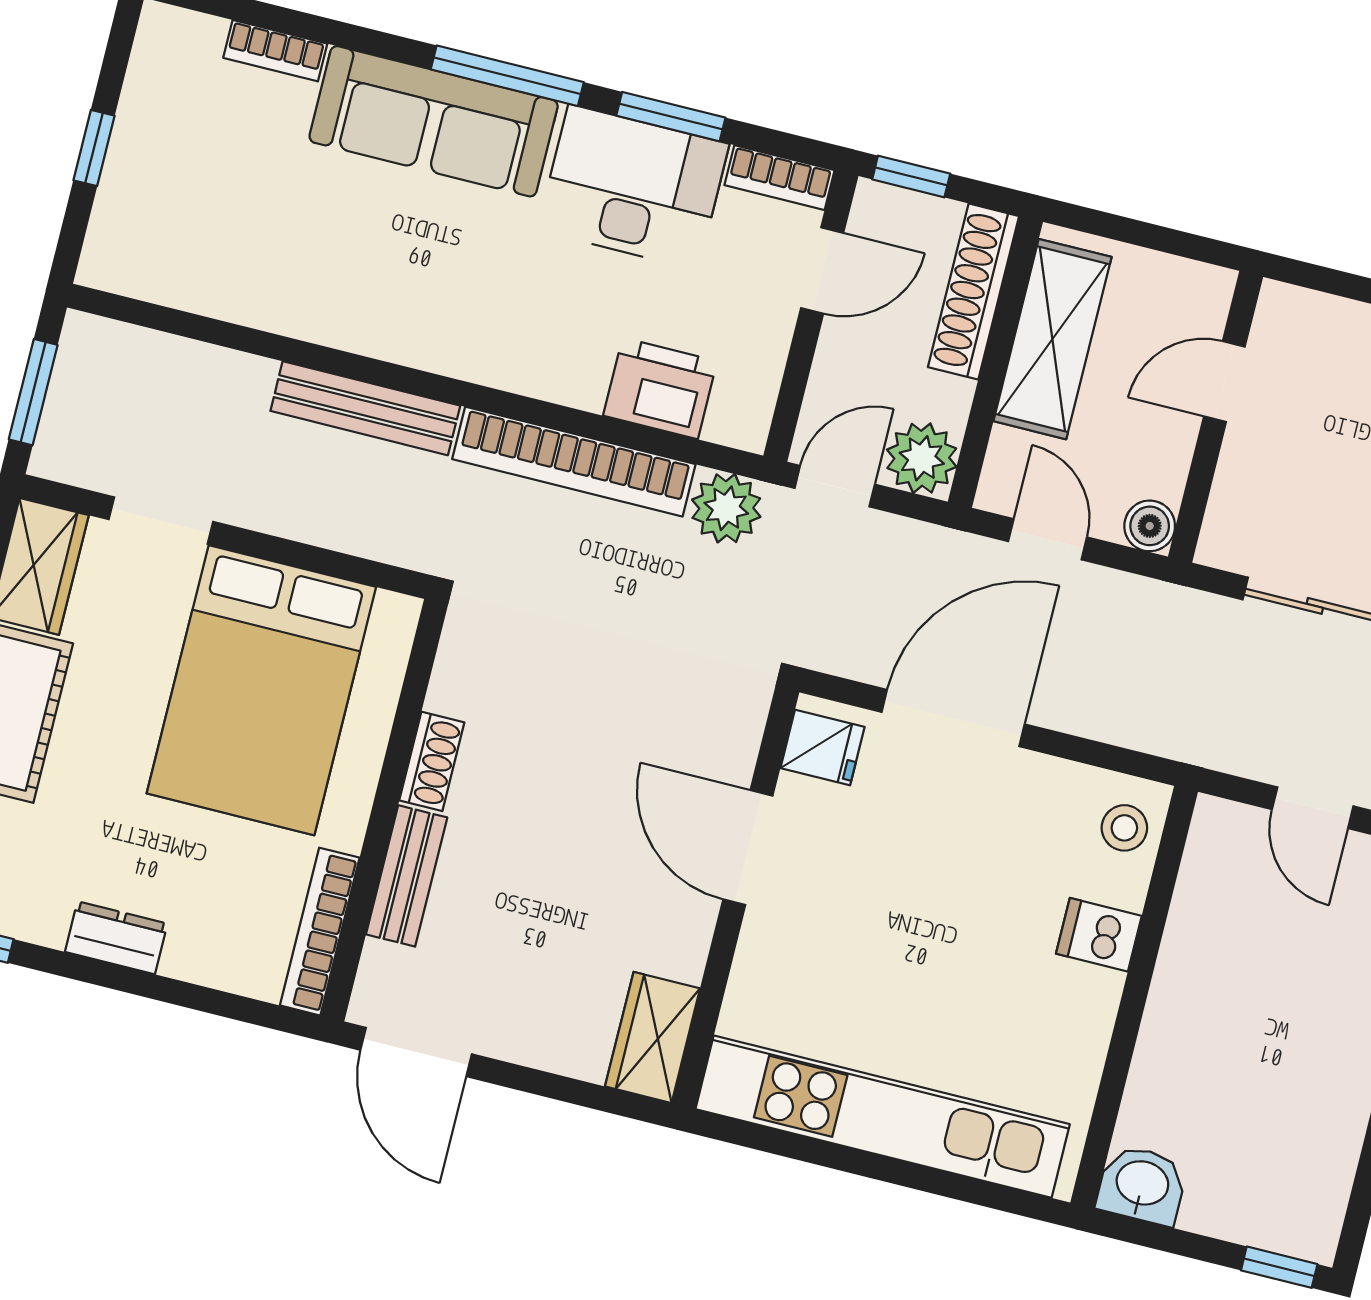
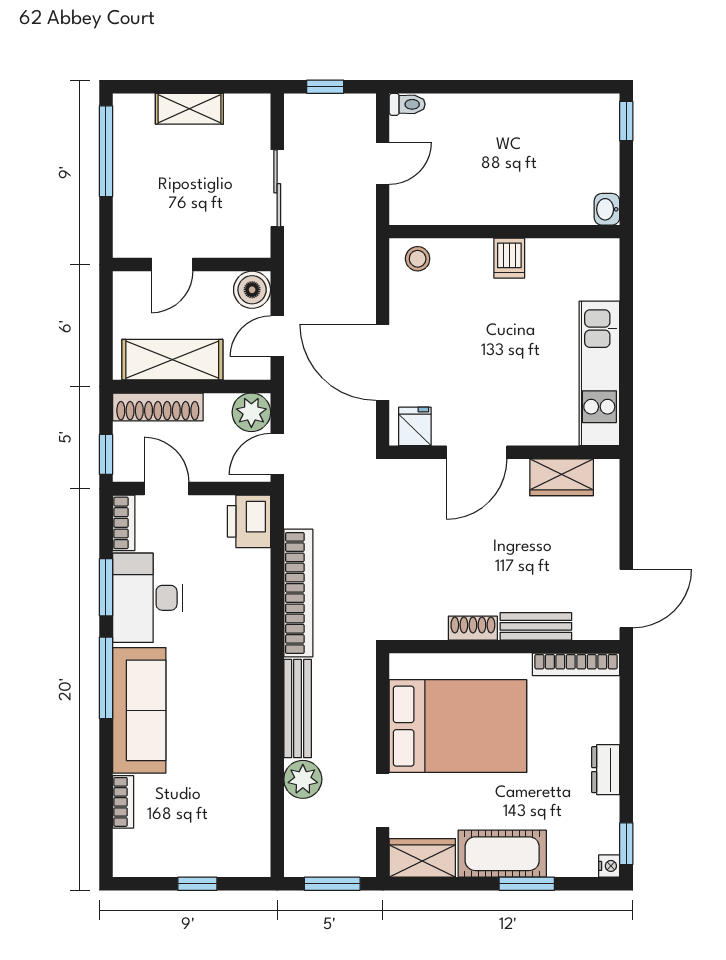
door: (1224, 382) -> (172, 265), hinge flipped
printer: (660, 388) -> (249, 521), moved
door: (835, 486) -> (277, 454), hinge flipped
plant: (726, 508) -> (303, 779), moved
boiler: (1150, 526) -> (252, 290), width x1.36, depth x1.36
dishwasher: (1099, 935) -> (509, 258), moved
wardrobe: (653, 1037) -> (562, 477), moved
kitchen unit: (883, 1117) -> (599, 373), width x0.73
washbasin: (1142, 1185) -> (607, 209), width x0.72, depth x0.69

